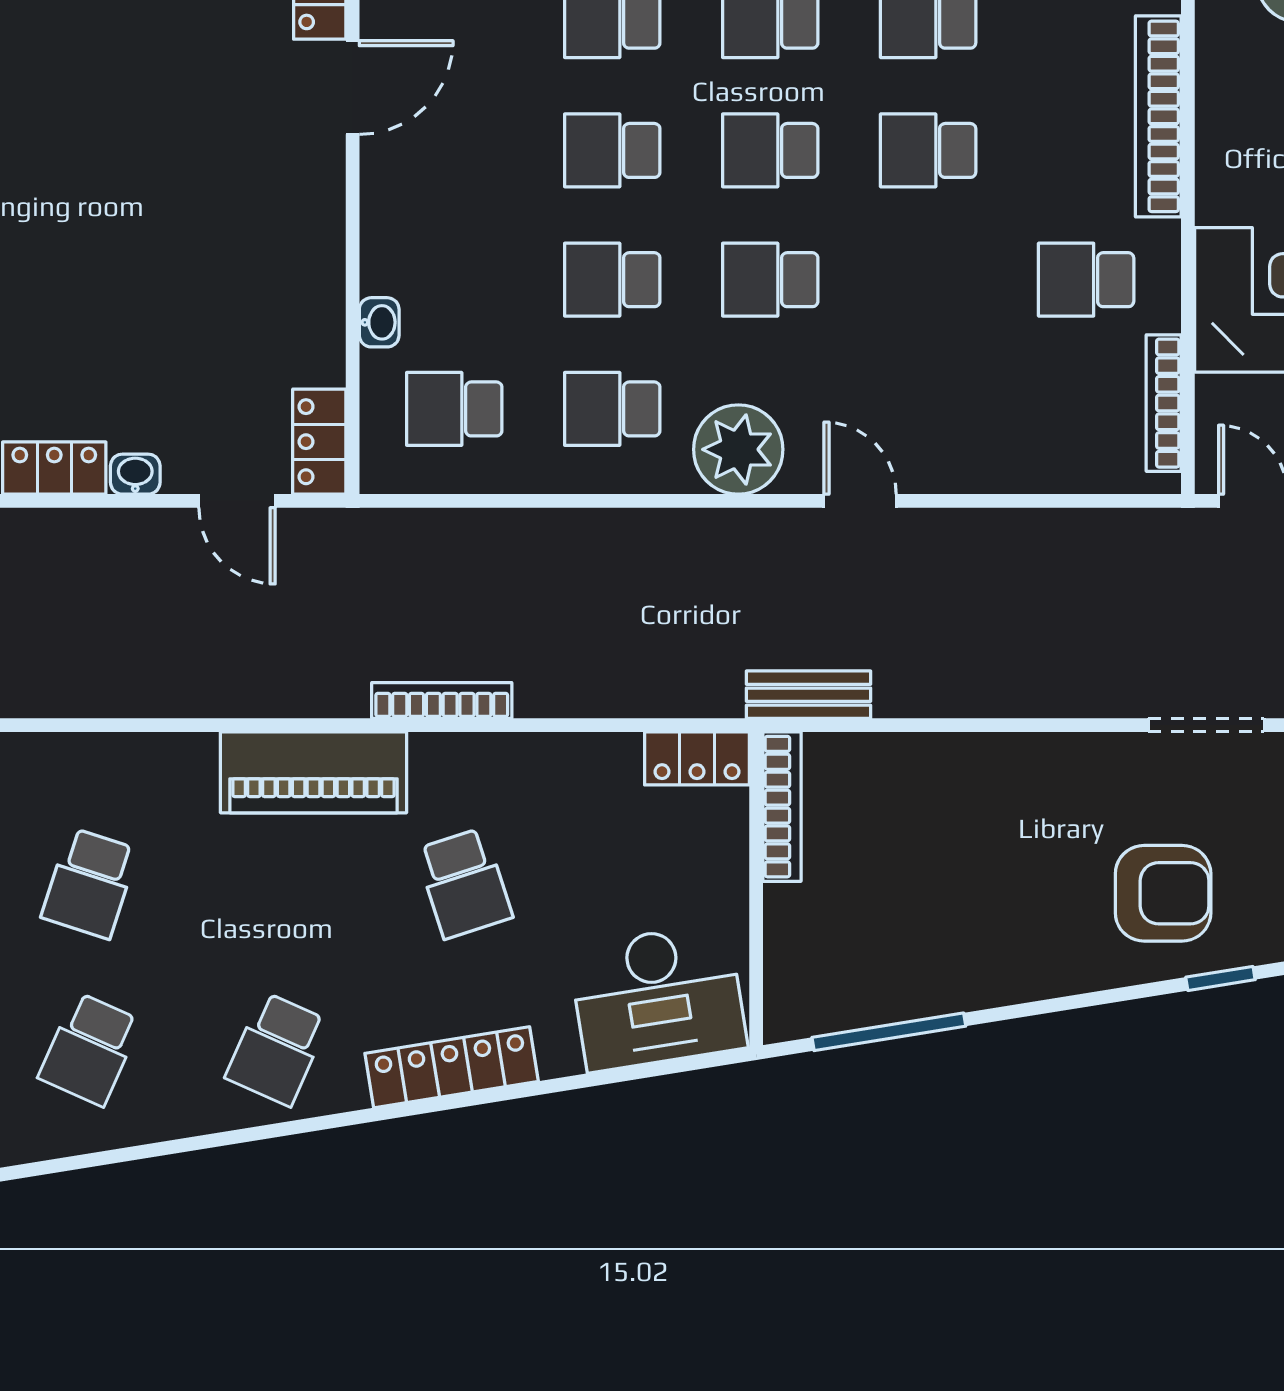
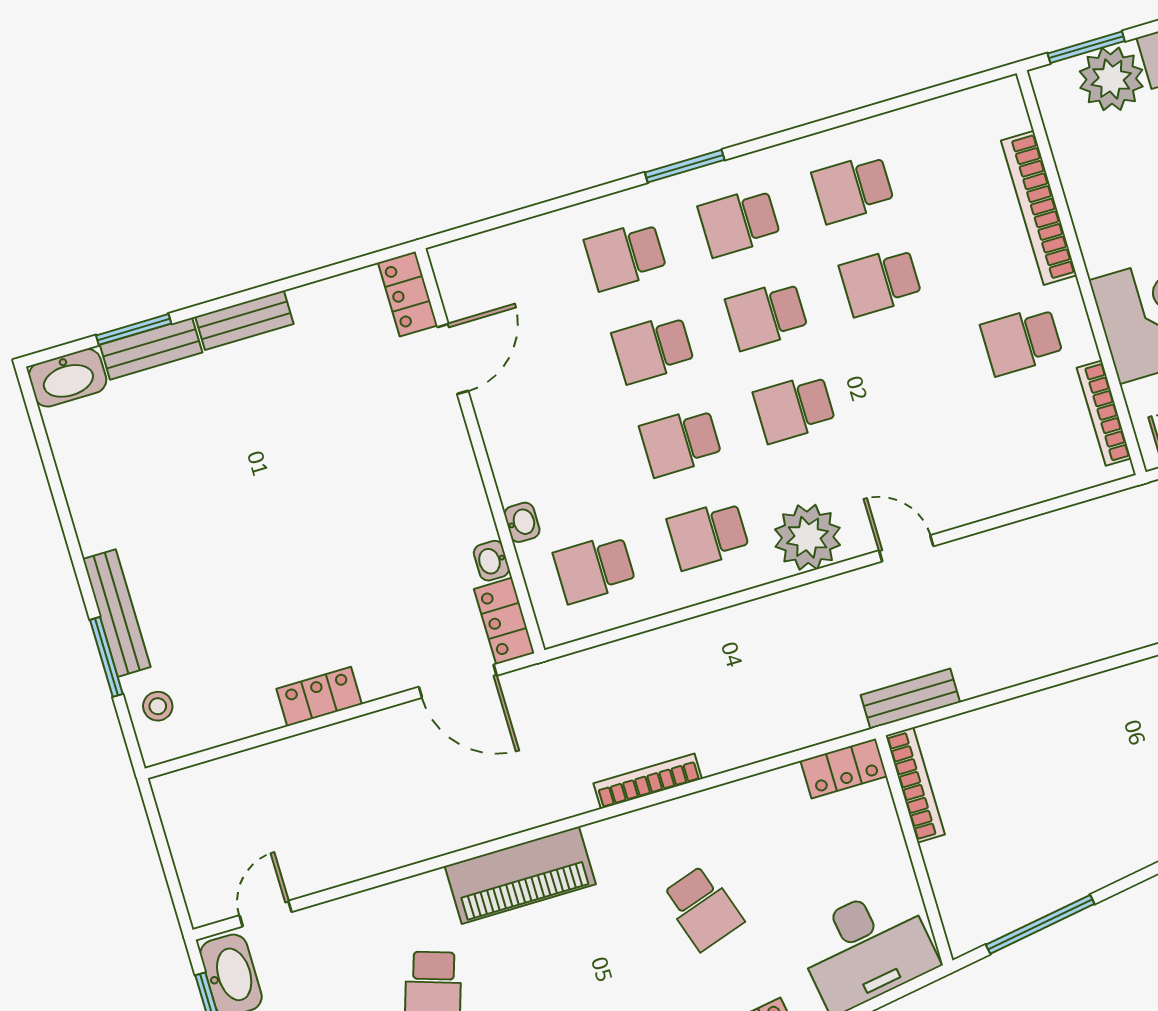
washbasin: (135, 474) -> (491, 561), moved, turned -90
door: (237, 501) -> (458, 681), width x1.38
piano: (314, 772) -> (520, 875), moved

